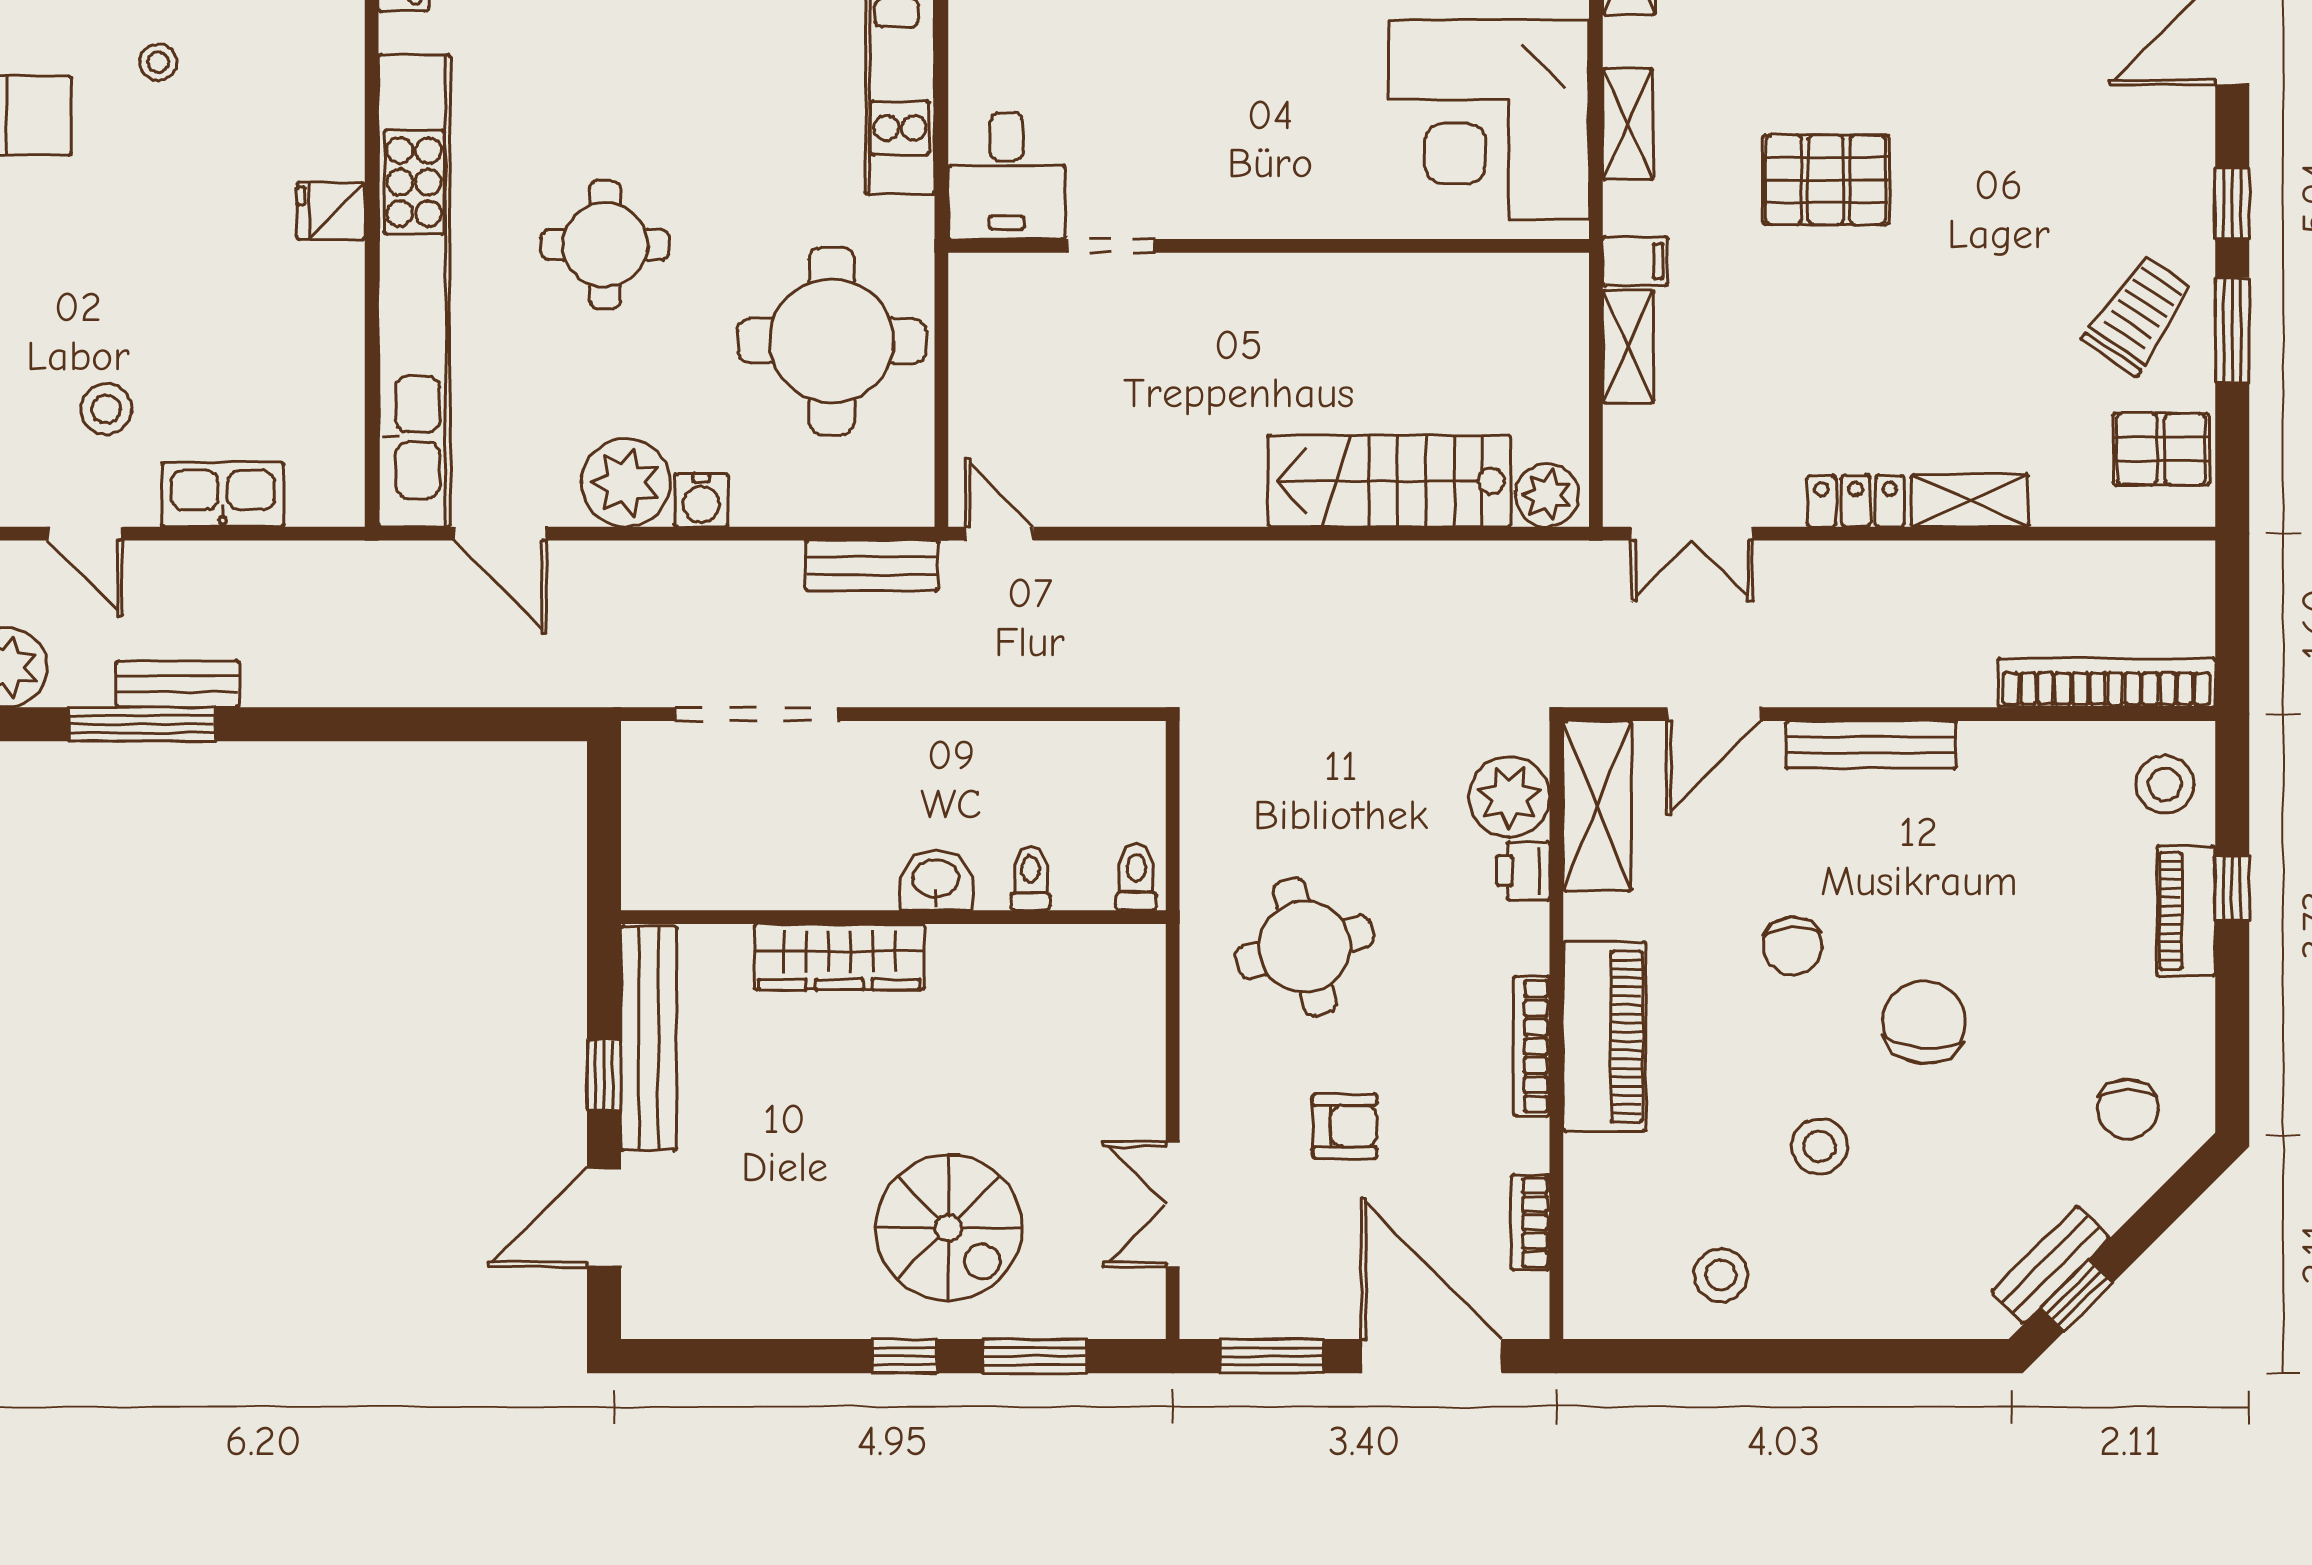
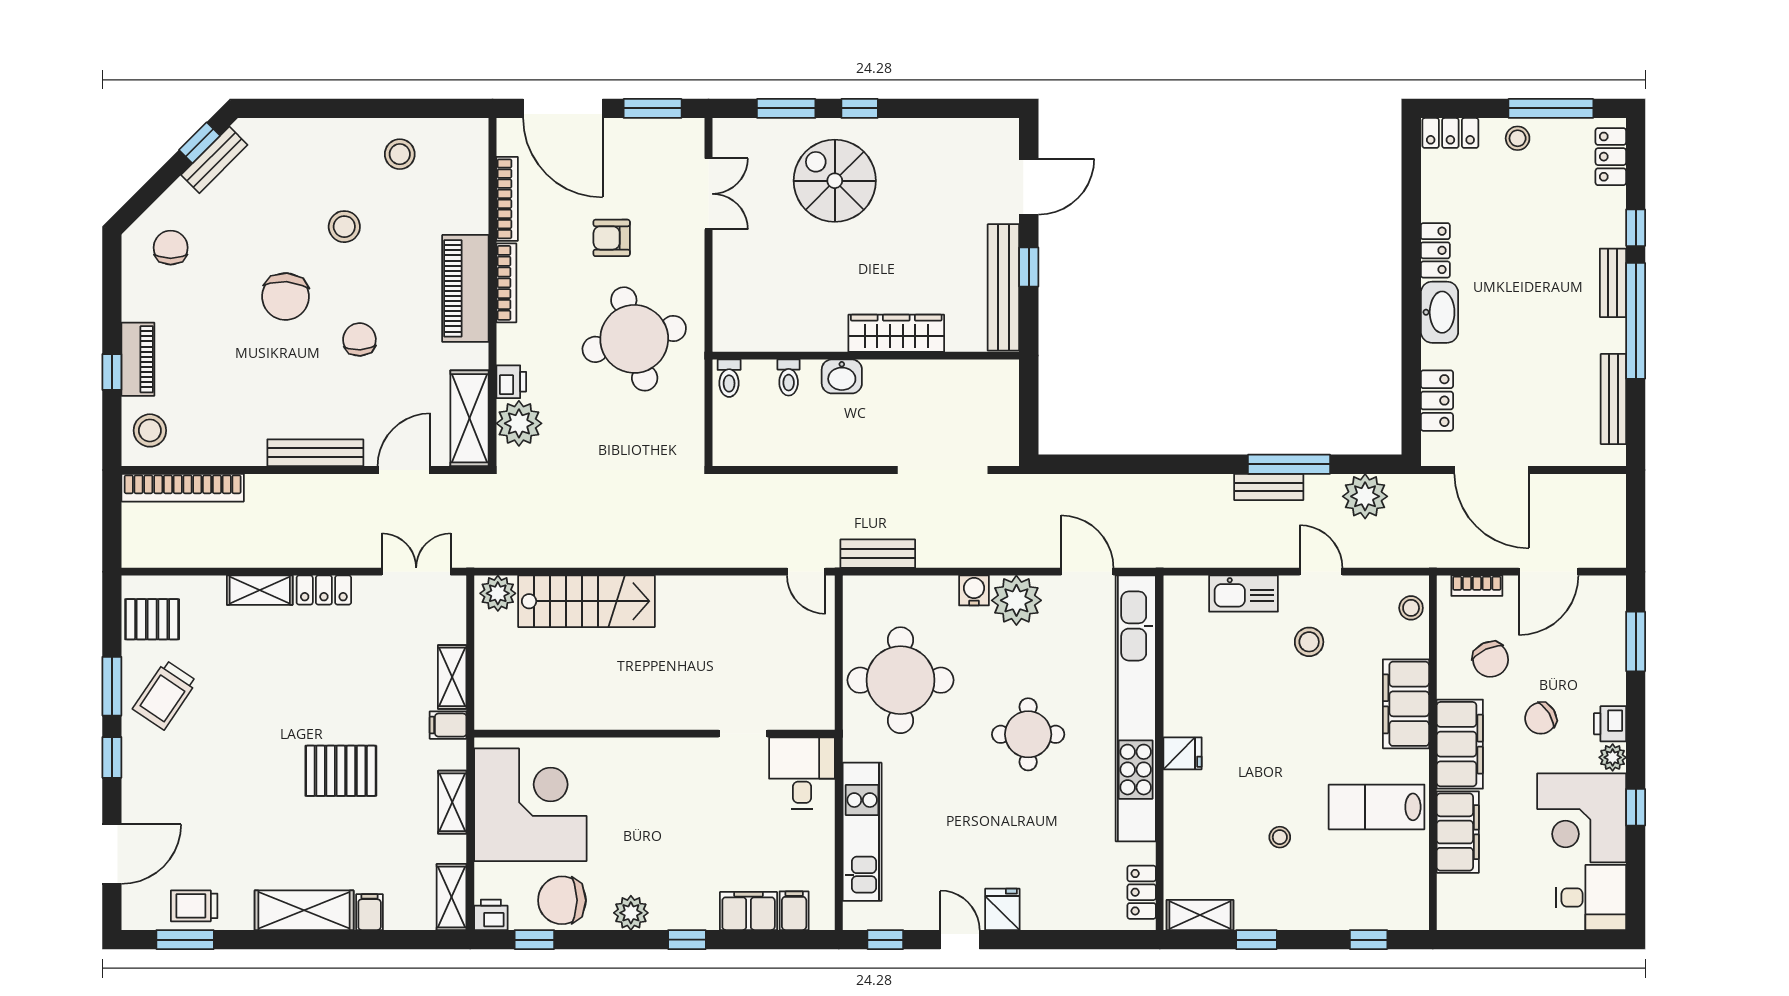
round table: (1305, 947) -> (634, 339), width x1.36, depth x1.36
bookcase: (1530, 1223) -> (507, 199), width x1.56

